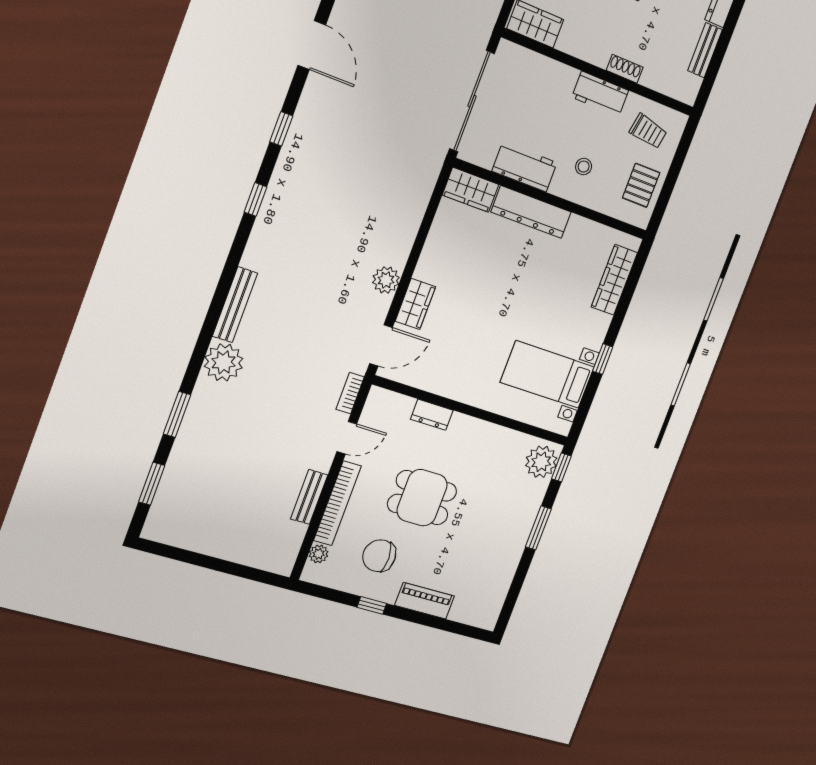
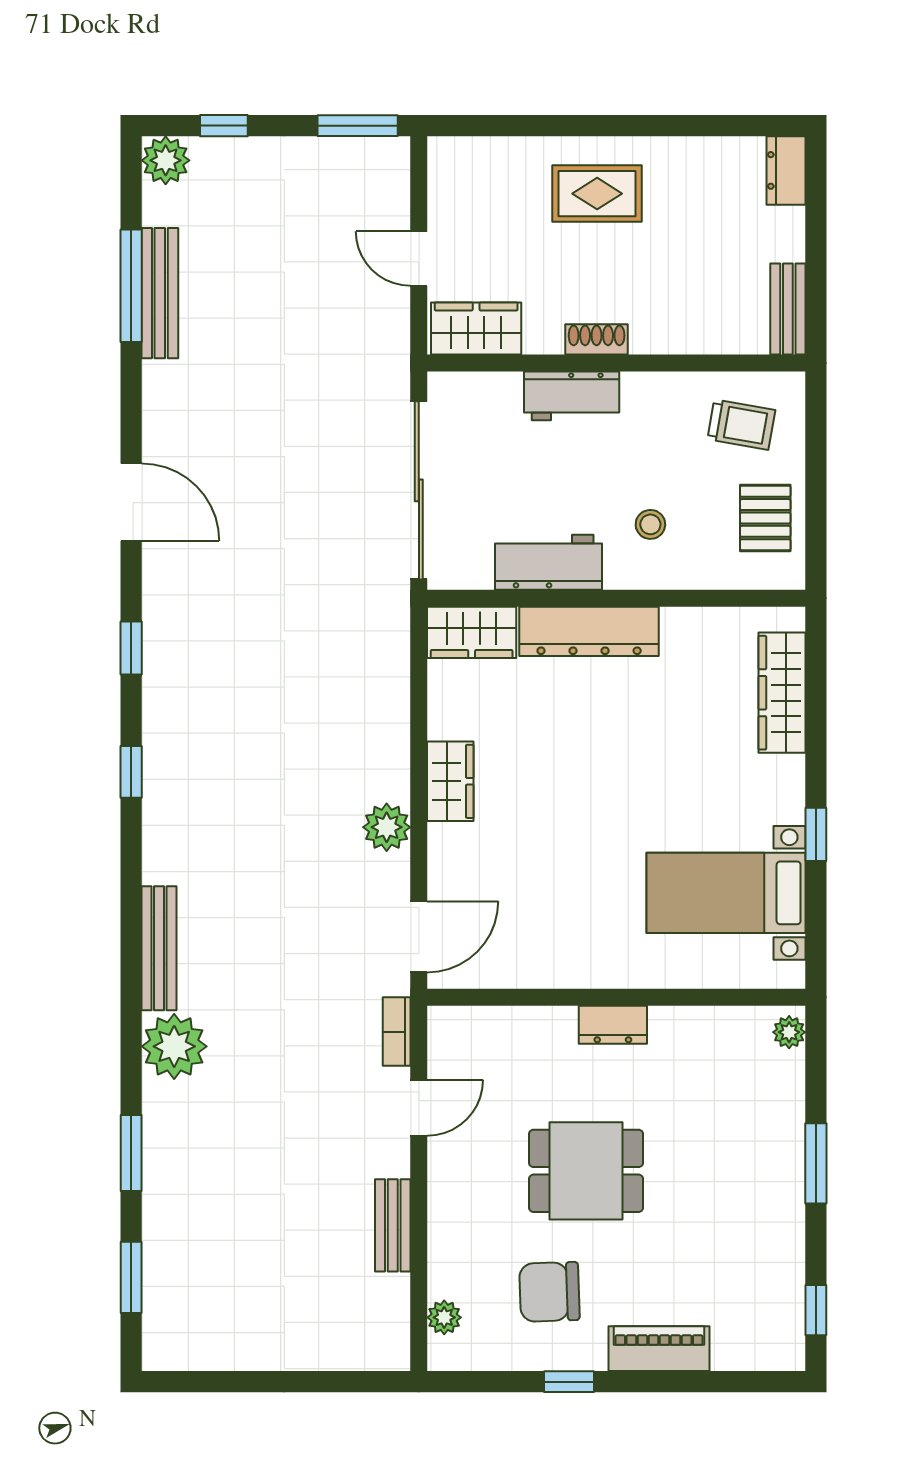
bench: (705, 50) -> (788, 309), moved
shoe rack: (625, 69) -> (597, 339), moved
workbench: (600, 94) -> (572, 396), moved
wardrobe: (415, 304) -> (450, 781), moved
dresser: (432, 415) -> (613, 1025), moved
plant: (541, 462) -> (789, 1032), width x0.53, depth x0.53
window: (561, 467) -> (816, 1310), moved
bookcase: (337, 503) -> (444, 1222), removed

